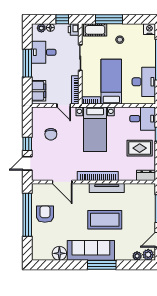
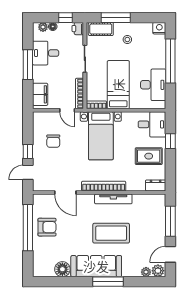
armchair: (45, 214) -> (47, 227), turned 90

